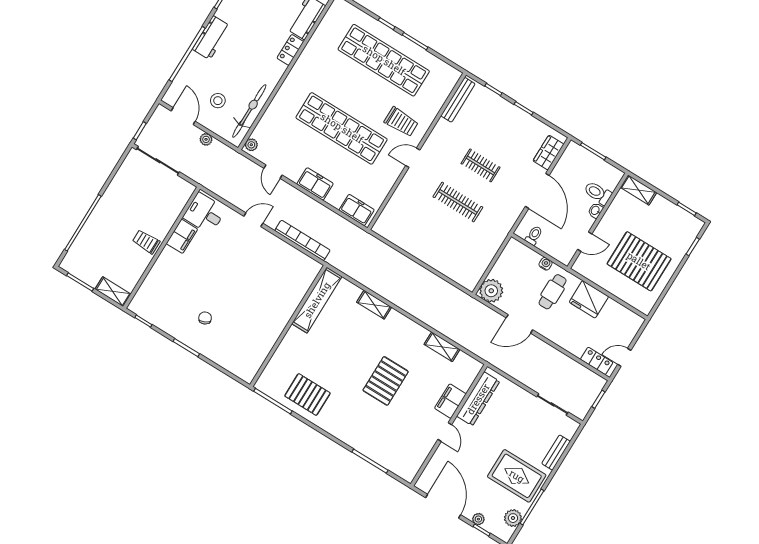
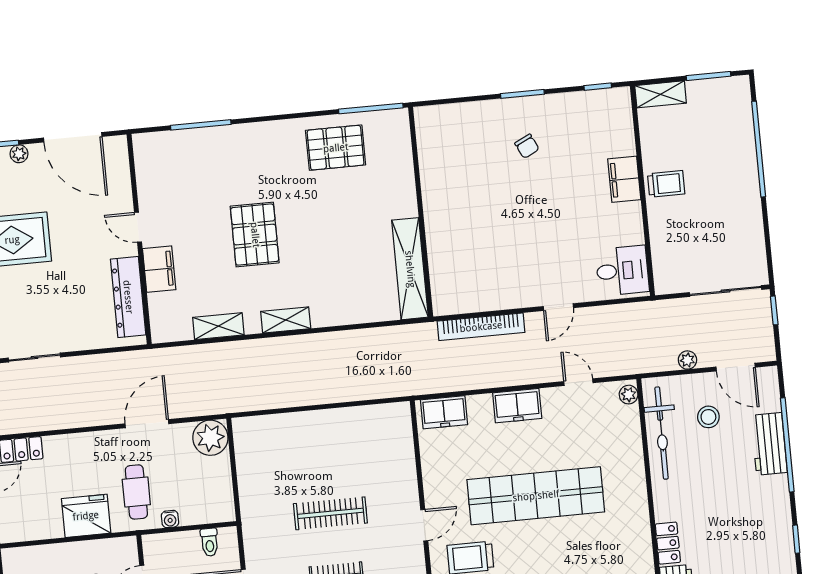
workbench: (211, 38) -> (769, 444), moved
filing cabinet: (182, 236) -> (624, 179), moved
shelving: (374, 305) -> (286, 320), moved

